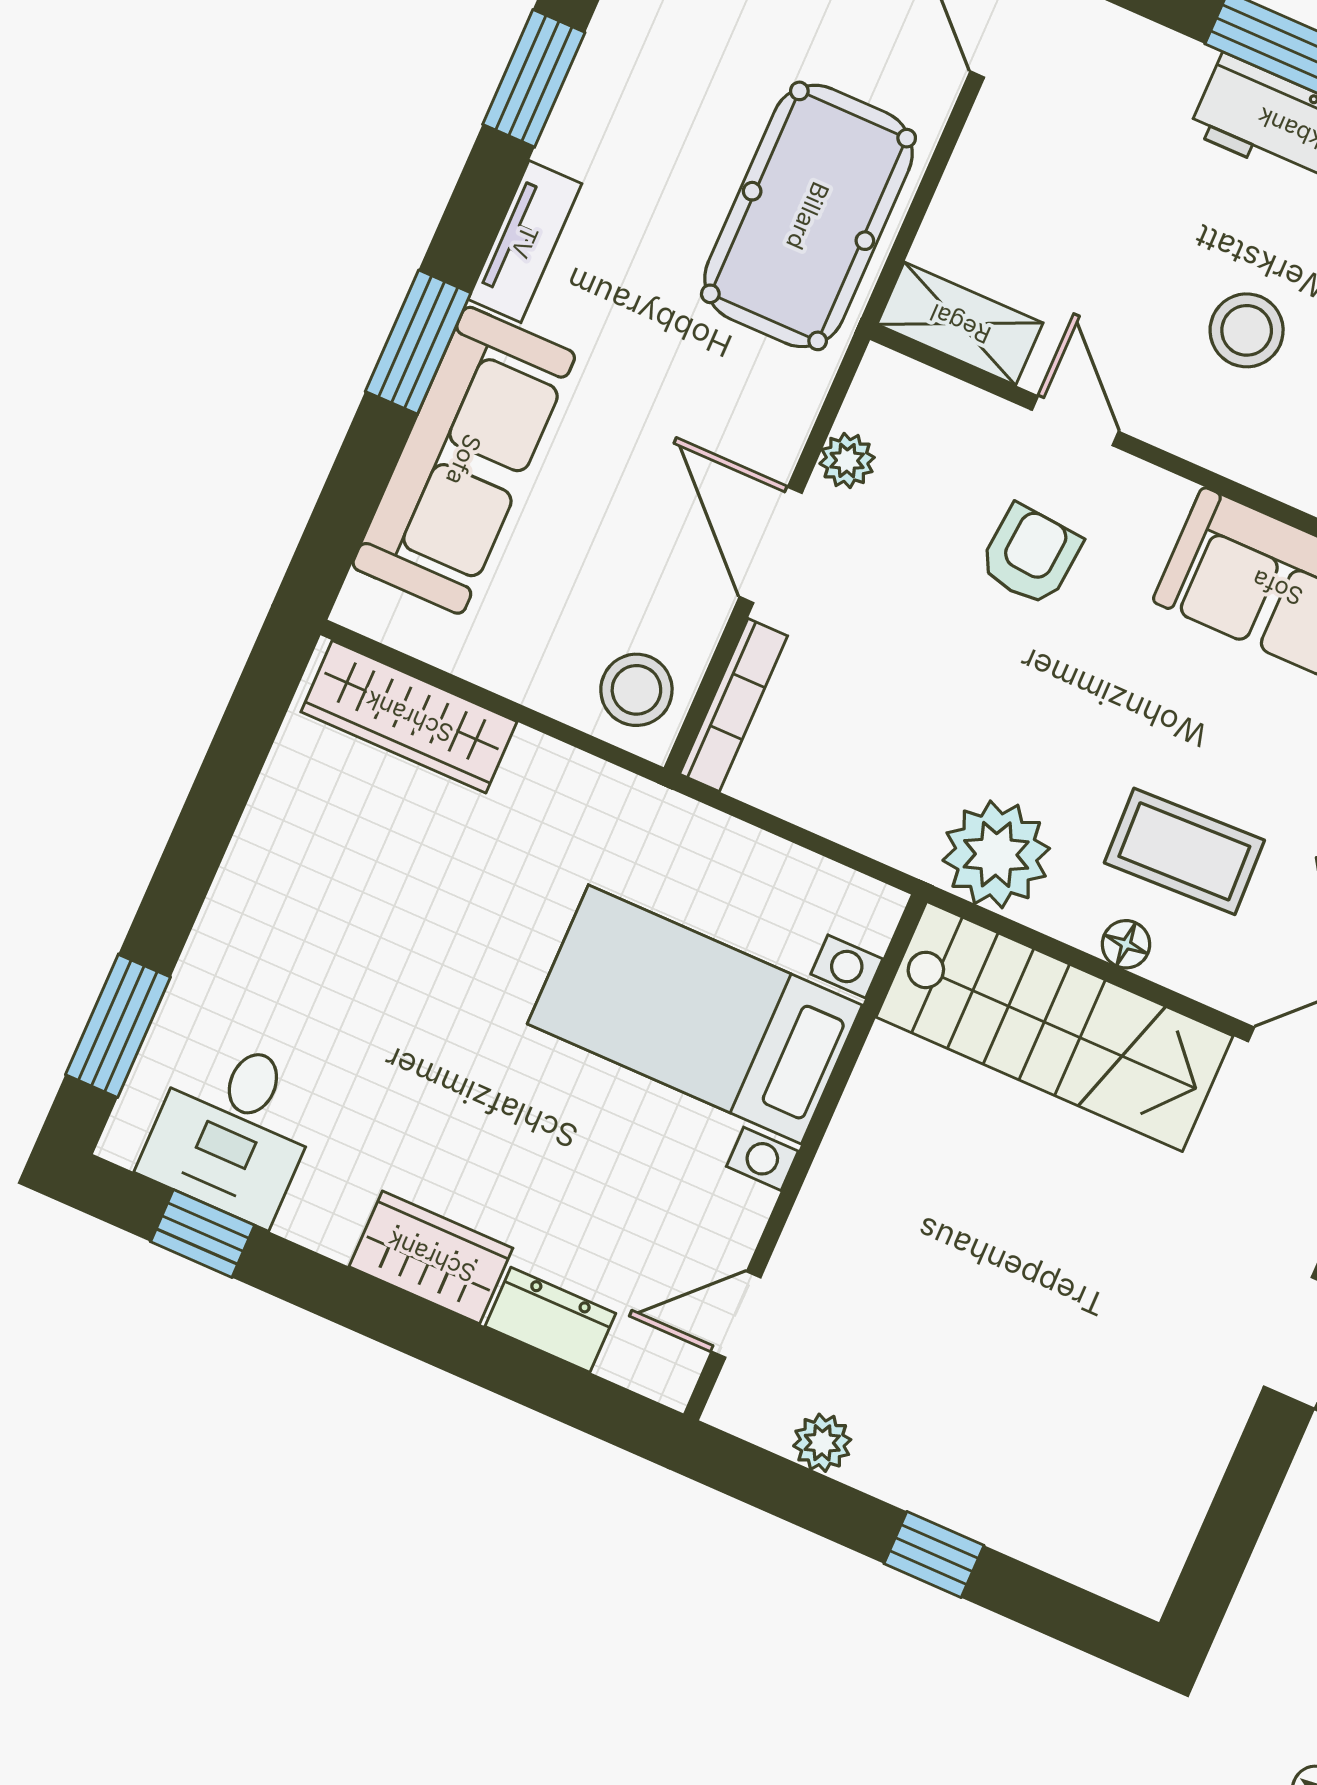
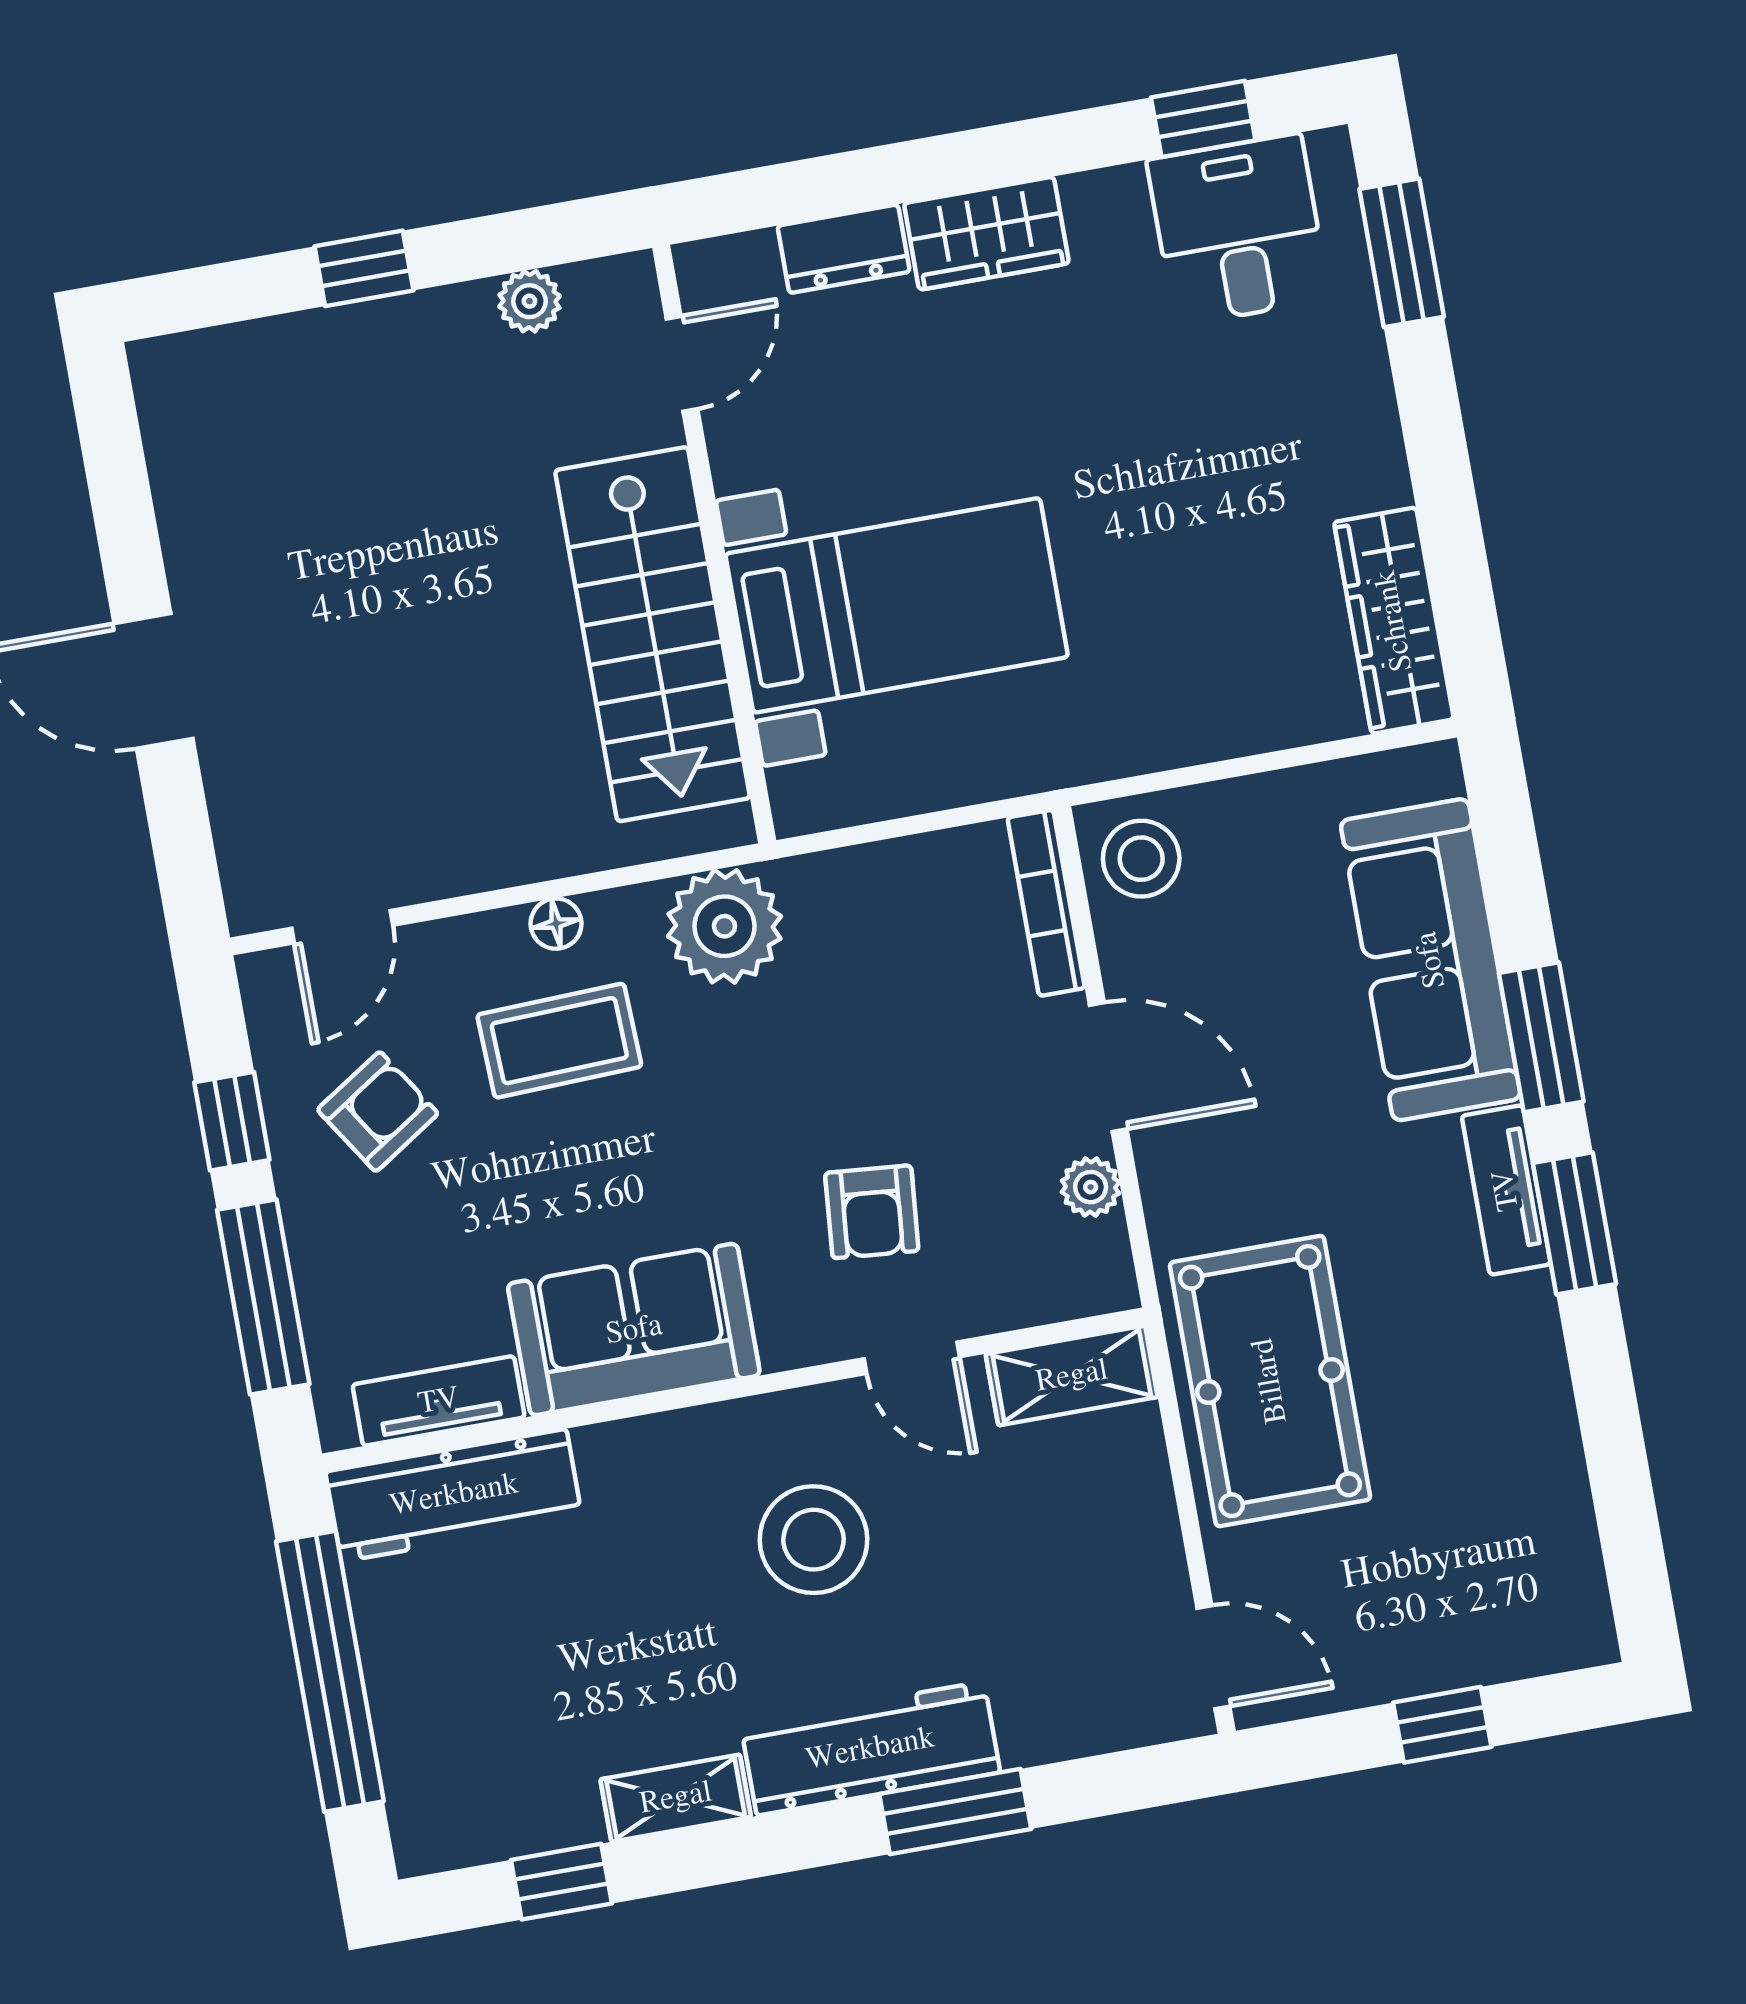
window: (534, 78) -> (1574, 1223), moved
stool: (1247, 330) -> (813, 1540), width x1.38, depth x1.38
wardrobe: (409, 717) -> (1394, 621), moved, turned -90
stairs: (1055, 1026) -> (652, 634), moved, turned -90

